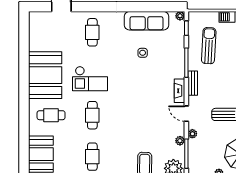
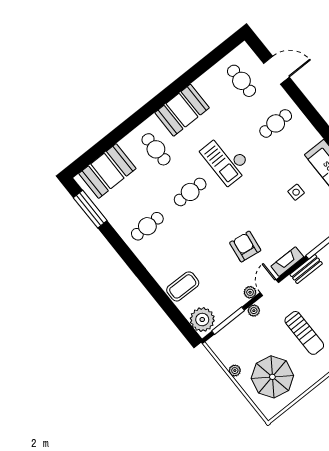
cafe table: (51, 32) -> (241, 81), added
booth: (45, 75) -> (182, 110), width x0.73, depth x0.70
armchair: (151, 108) -> (245, 247), added
plant: (180, 141) -> (250, 292), moved

